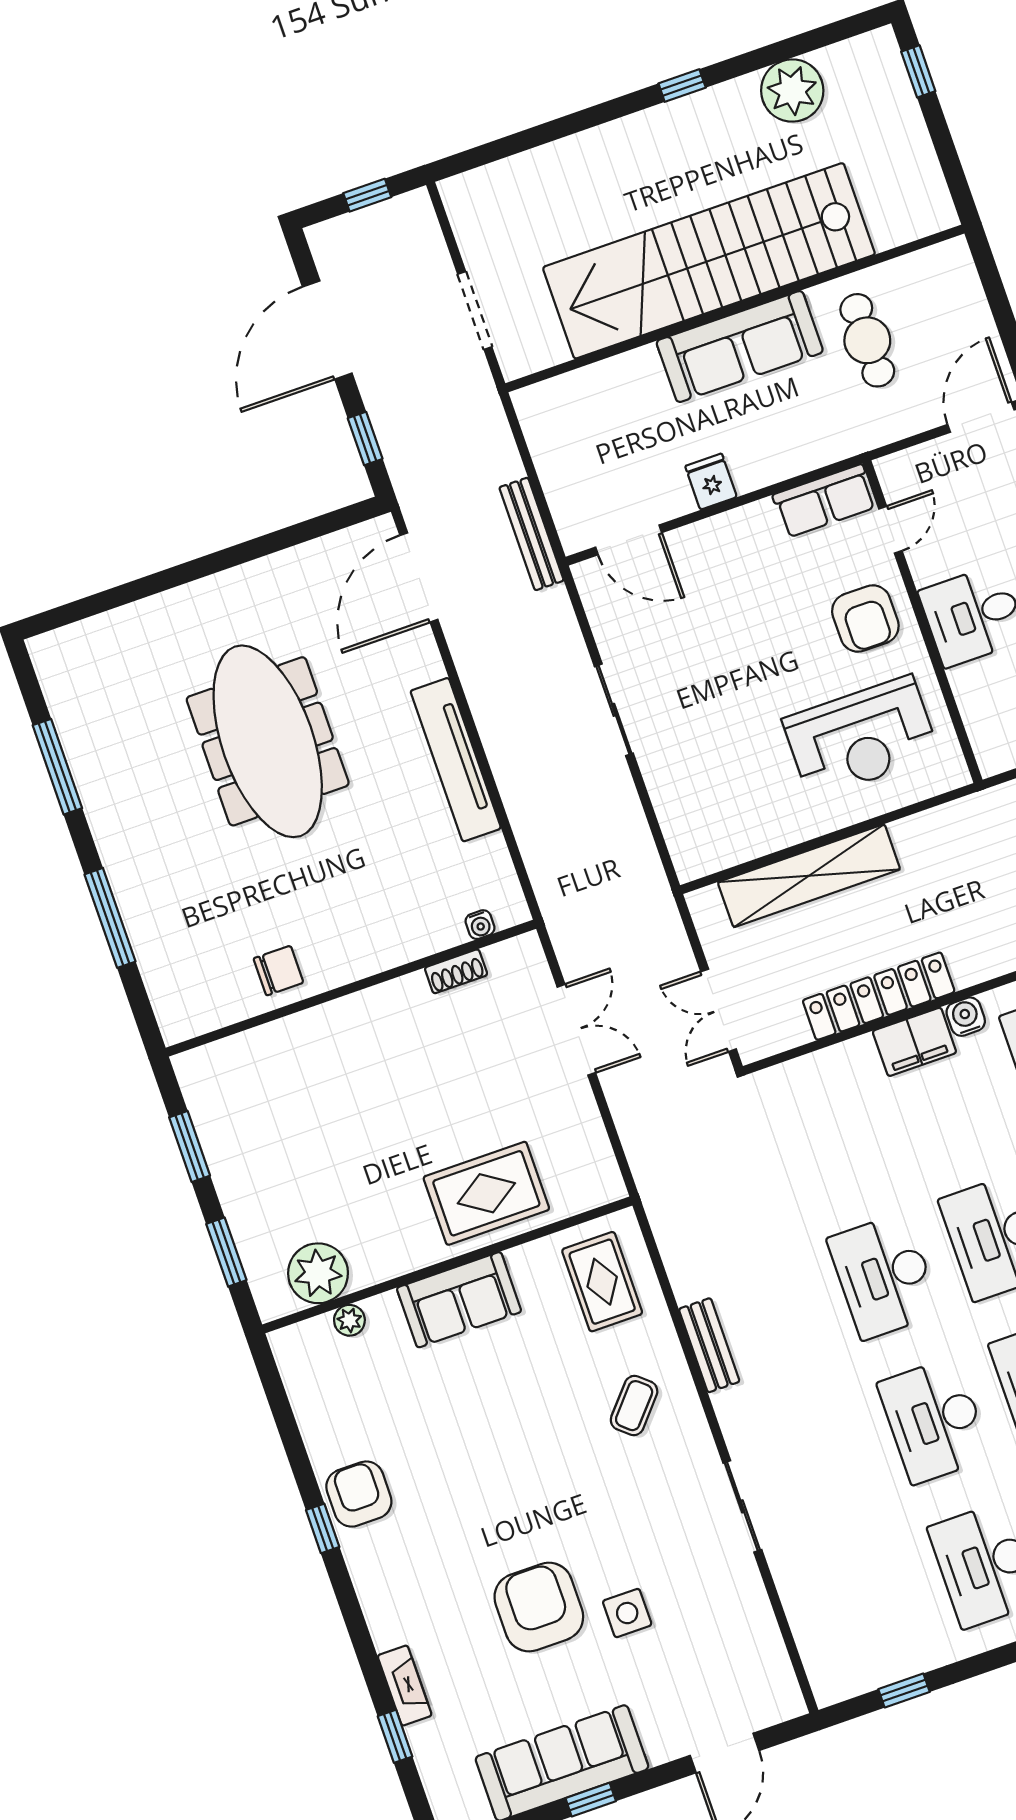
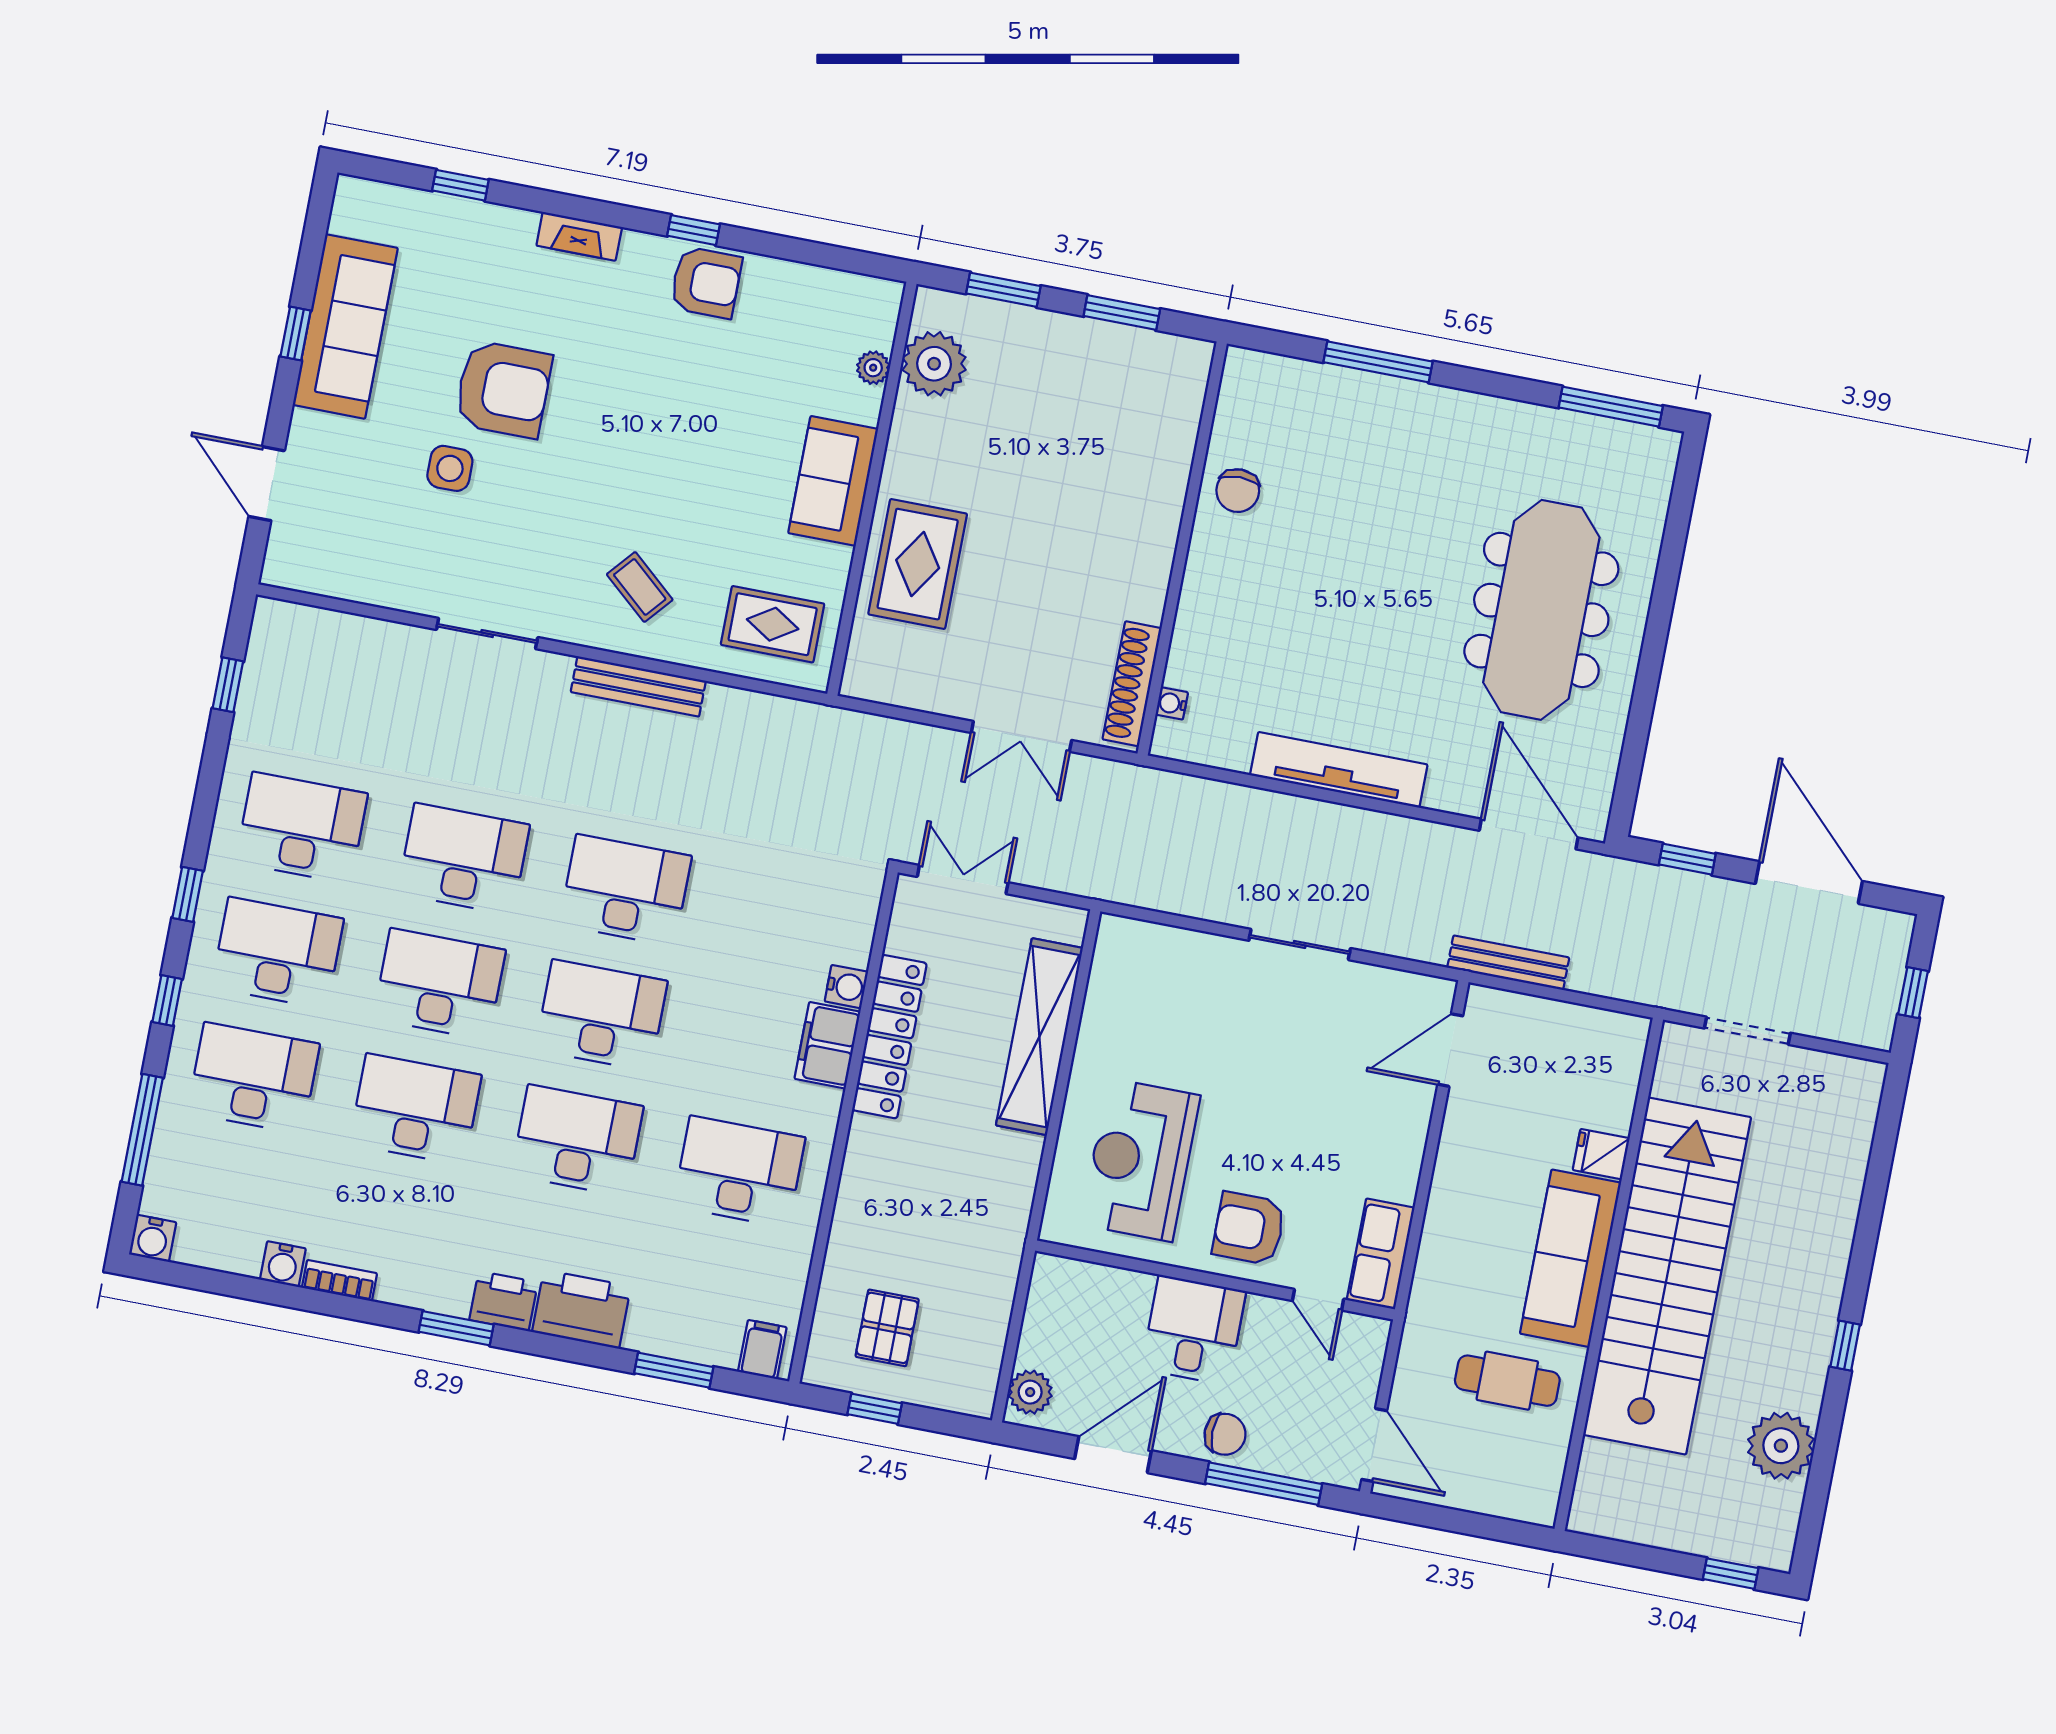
fridge: (711, 482) -> (1601, 1154), moved, turned 180
meeting table: (268, 741) -> (1541, 610), moved, turned 90
window: (57, 767) -> (1611, 407), moved
shoe rack: (456, 971) -> (1132, 684), width x1.94, depth x1.24
water cooler: (966, 1017) -> (846, 987), moved
bench: (709, 1345) -> (638, 686), width x1.36
fireplace: (405, 1686) -> (579, 236), moved

